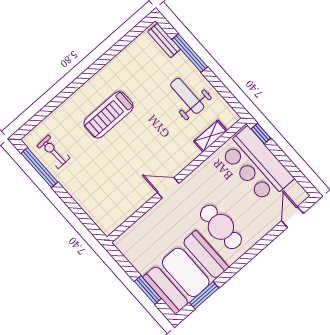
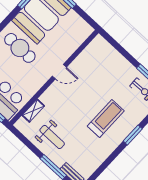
window: (72, 88) -> (133, 135), added

